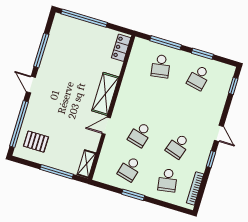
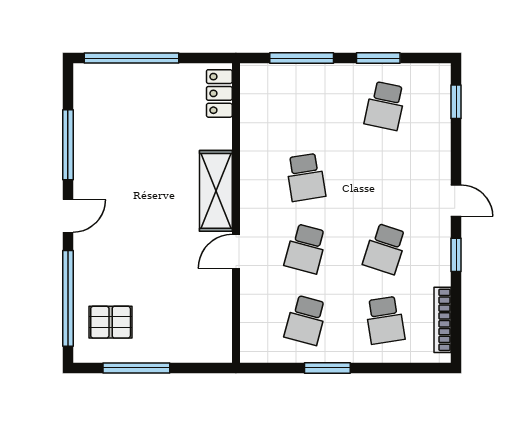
school desk: (161, 66) -> (306, 177), moved
door: (31, 85) -> (68, 216), swing flipped
shelving: (87, 164) -> (220, 335), removed
window: (57, 172) -> (136, 368), moved

